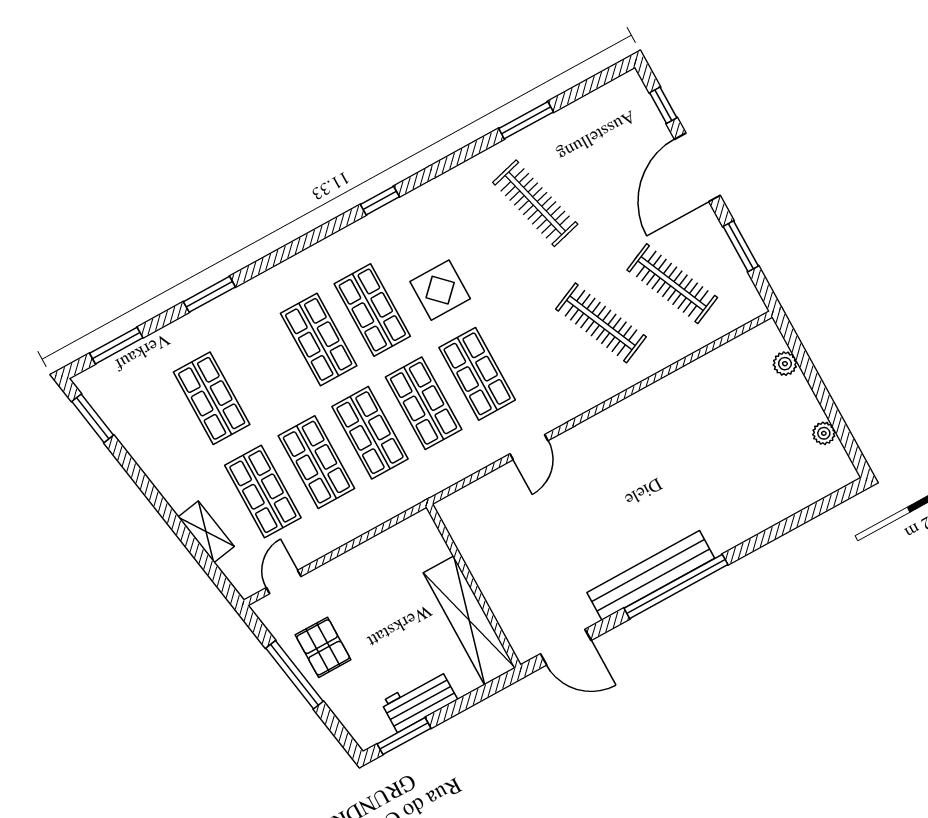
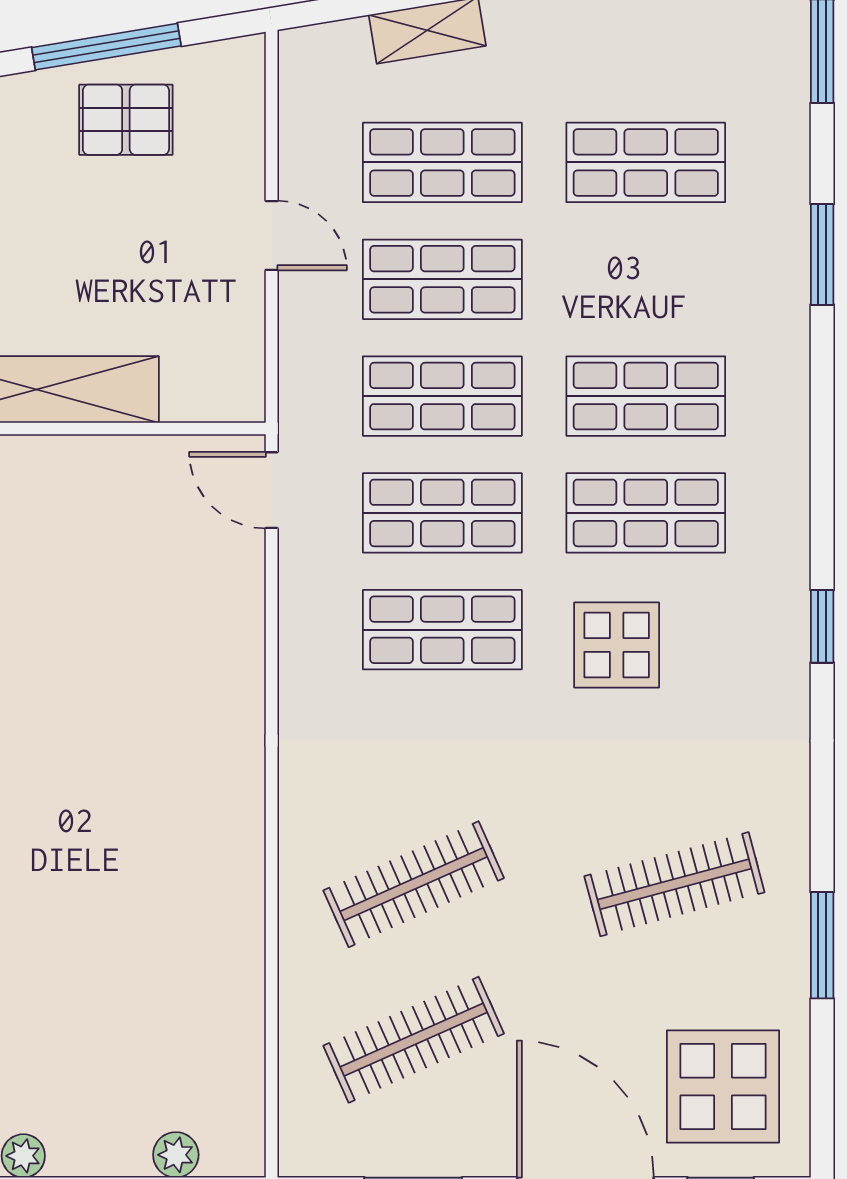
display table: (616, 130) -> (723, 1086), added
door: (529, 447) -> (272, 490), moved
door: (284, 582) -> (272, 235), moved

